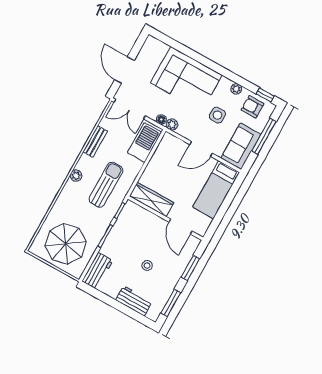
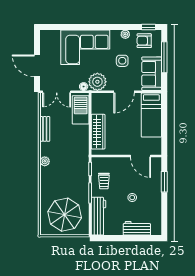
plant: (172, 125) -> (97, 82), width x1.88, depth x1.88
sun lounger: (106, 185) -> (70, 156), removed
wardrobe: (152, 199) -> (98, 132), moved, turned 90
trolley: (127, 231) -> (104, 181), added
workbench: (97, 271) -> (98, 216), width x1.38
window: (171, 303) -> (164, 215), removed

